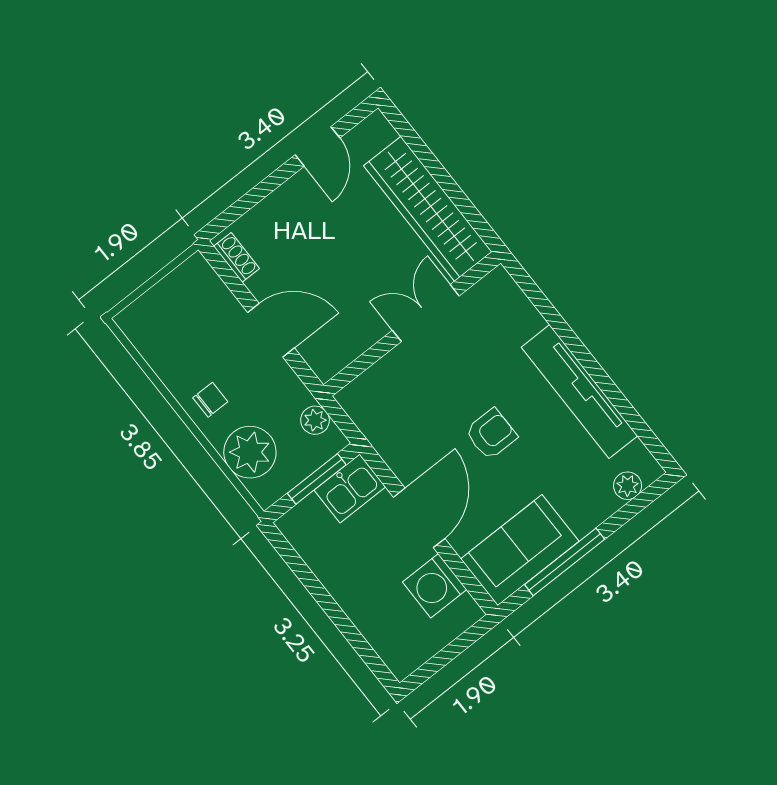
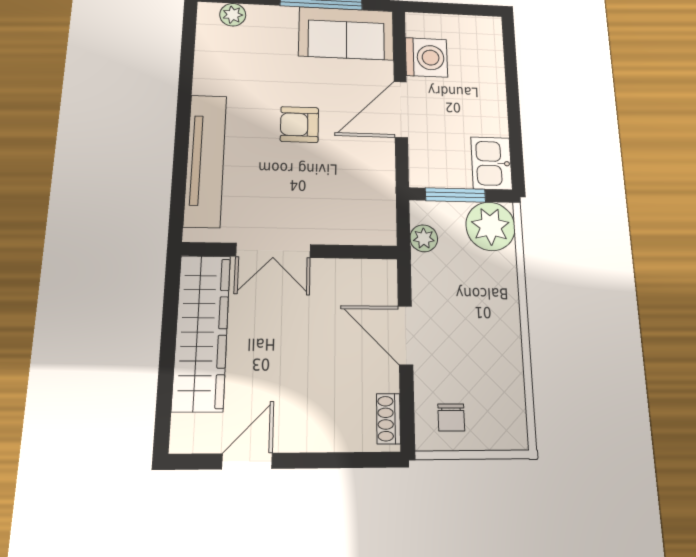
tv unit: (579, 392) -> (205, 160), moved
chair: (210, 400) -> (451, 417), moved, turned -90
plant: (250, 452) -> (491, 226), moved
kitchen sink: (350, 488) -> (492, 163), moved, turned -90

